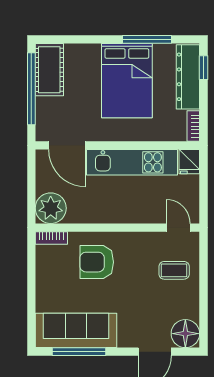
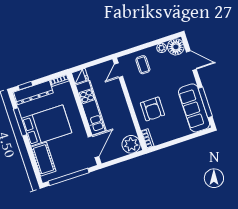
cot: (49, 70) -> (43, 159), moved, turned 90
plant: (191, 310) -> (162, 48), added

